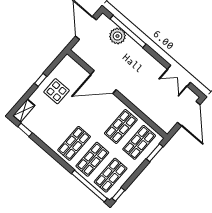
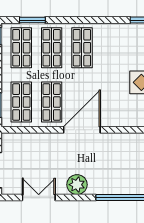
plant: (117, 36) -> (77, 185), moved
door: (103, 82) -> (82, 130), moved
window: (89, 186) -> (32, 20), width x0.47

